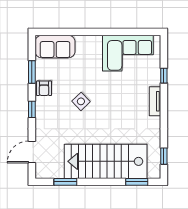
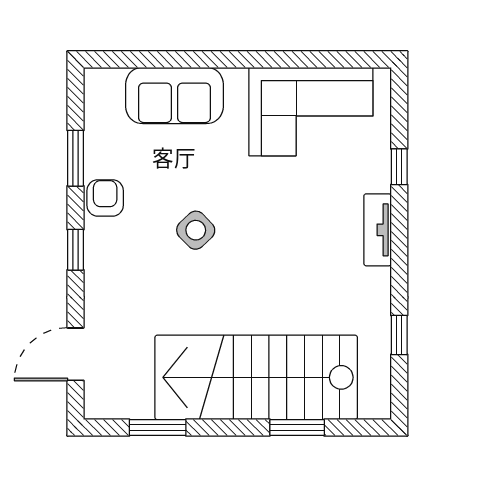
sofa: (55, 47) -> (174, 95), moved
armchair: (44, 88) -> (105, 198), turned 180
window: (164, 156) -> (399, 335), moved
window: (137, 182) -> (297, 428), moved

